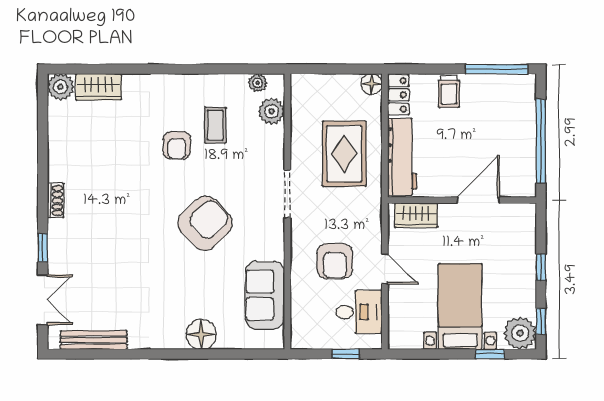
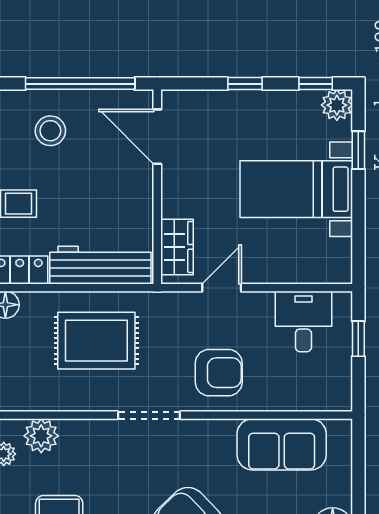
stool: (505, 118) -> (50, 131), added
door: (478, 200) -> (157, 137), moved
armchair: (335, 261) -> (219, 373), moved
door: (385, 269) -> (222, 288), moved
plant: (520, 333) -> (337, 105), width x0.73, depth x0.73

